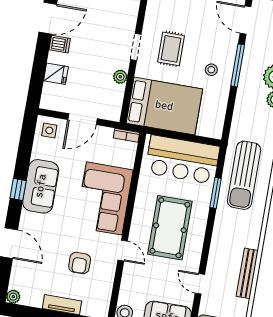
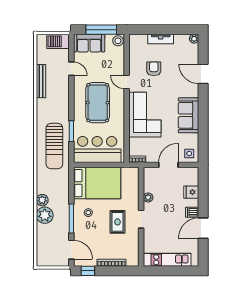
bed: (164, 106) -> (97, 183), moved, turned 180
sun lounger: (244, 175) -> (54, 146), turned 180
window: (18, 189) -> (203, 111), removed

